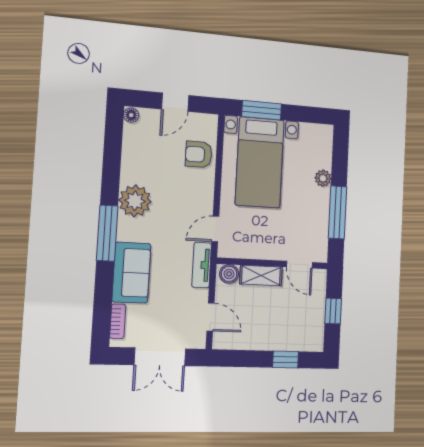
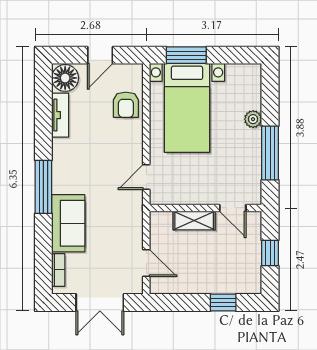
floor lamp: (131, 115) -> (65, 78), width x1.89, depth x1.89
armchair: (199, 154) -> (126, 105), turned -90
plant: (135, 201) -> (67, 154), removed
tv unit: (202, 265) -> (60, 115), moved, turned 180
boiler: (229, 274) -> (162, 220), removed

